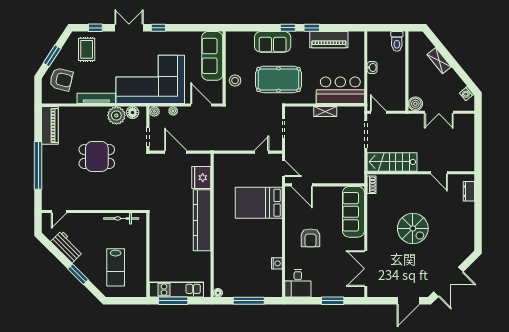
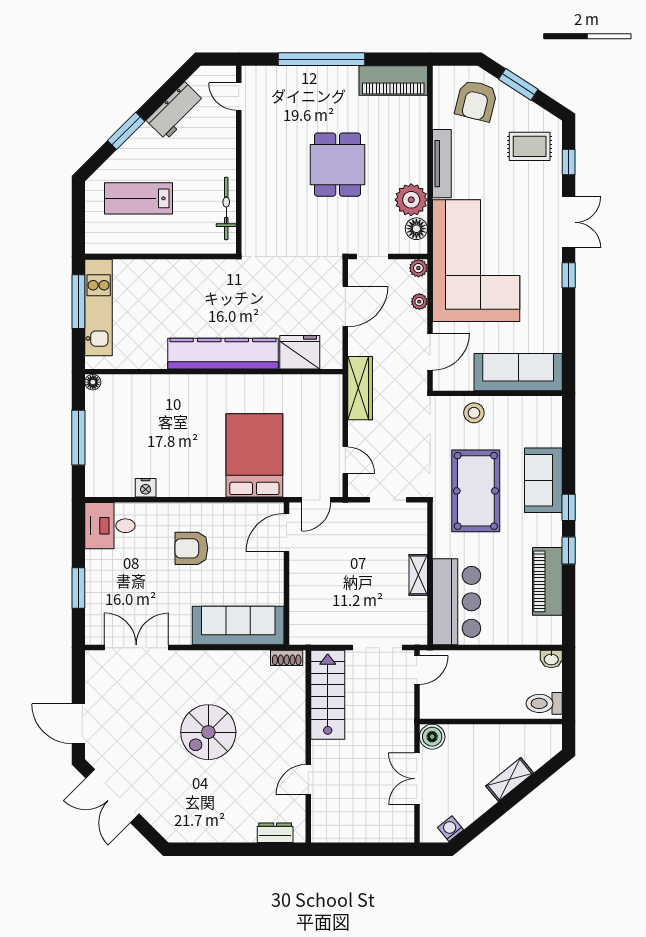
washbasin: (372, 67) -> (551, 659), moved
wardrobe: (221, 144) -> (360, 388), added

